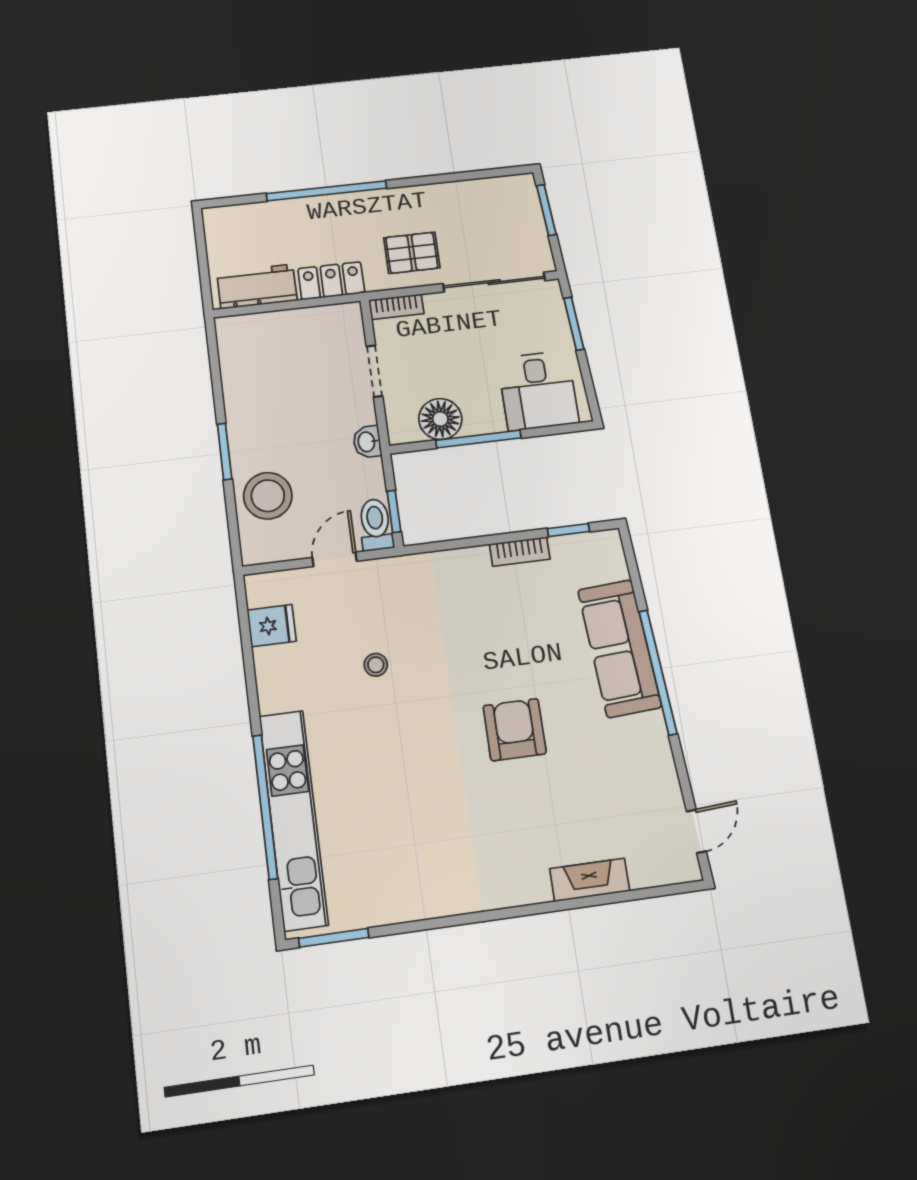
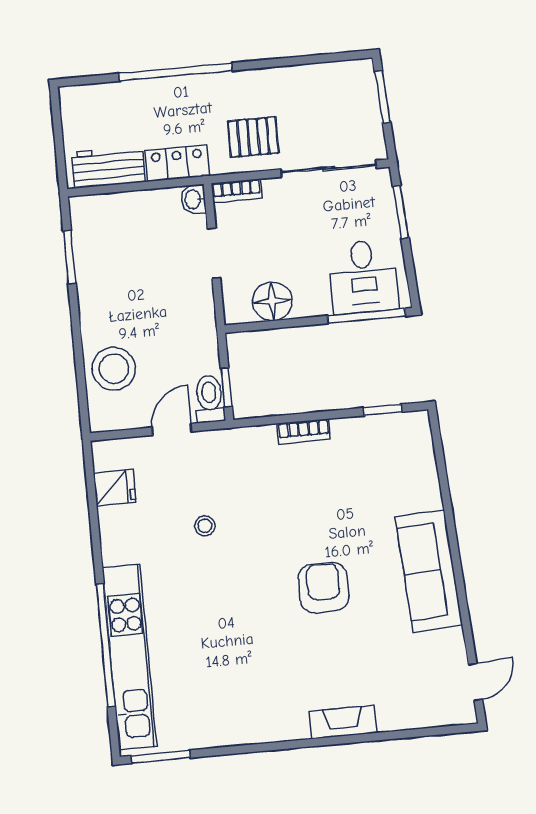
window: (478, 439) -> (367, 316), moved
washbasin: (367, 442) -> (193, 199), moved
window: (225, 451) -> (70, 257), moved
bookcase: (520, 552) -> (304, 431), moved
sofa: (620, 648) -> (429, 571), moved
window: (658, 672) -> (453, 542), removed
fireplace: (590, 880) -> (343, 722), moved

